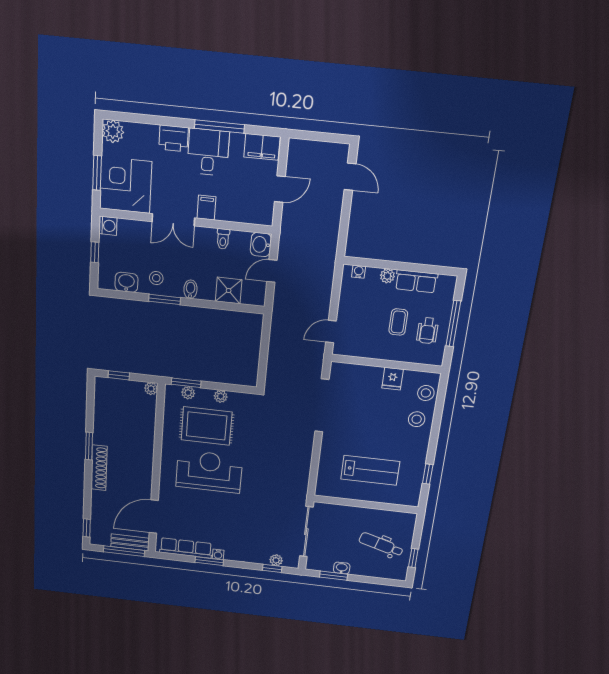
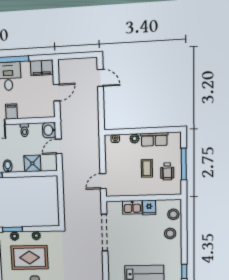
kitchen sink: (368, 375) -> (132, 207), added

